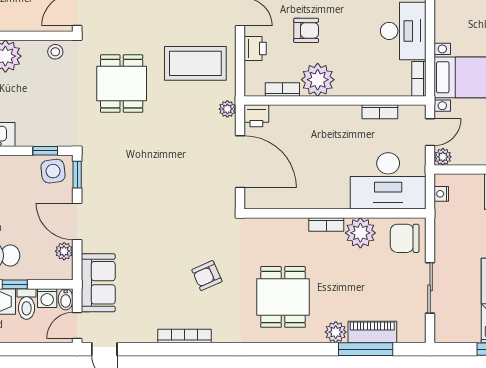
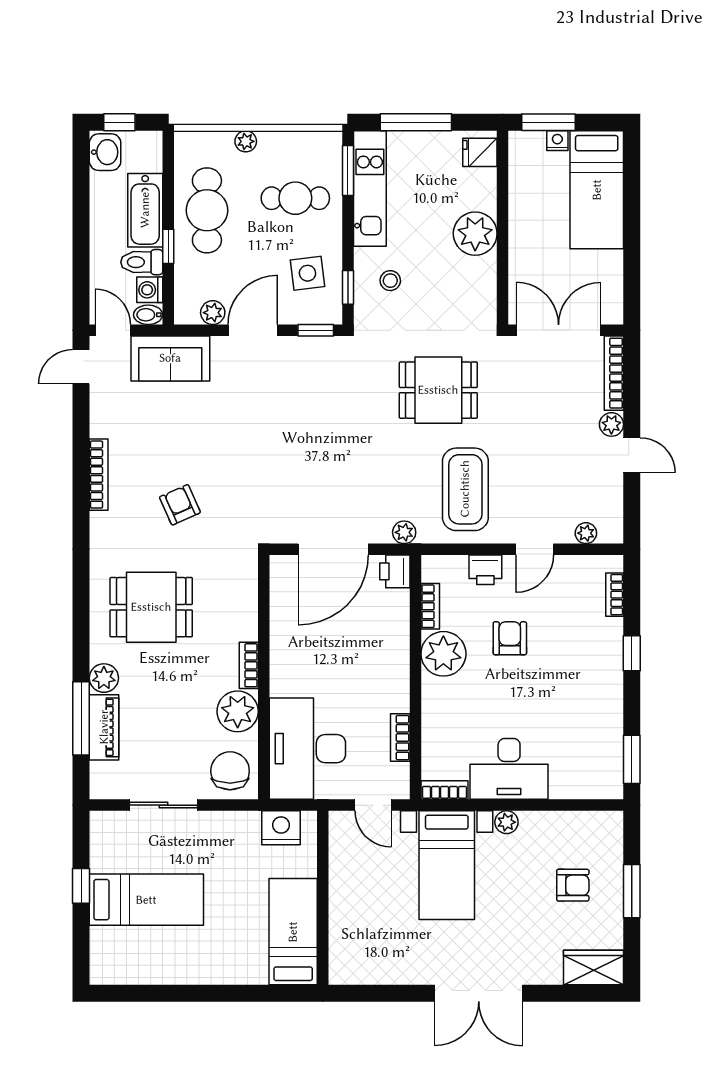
armchair: (306, 30) -> (510, 638), turned 180
stool: (55, 52) -> (390, 281), moved
plant: (443, 157) -> (506, 822), moved
side table: (53, 171) -> (307, 273), moved
nightstand: (441, 194) -> (281, 828), width x1.89, depth x1.79

